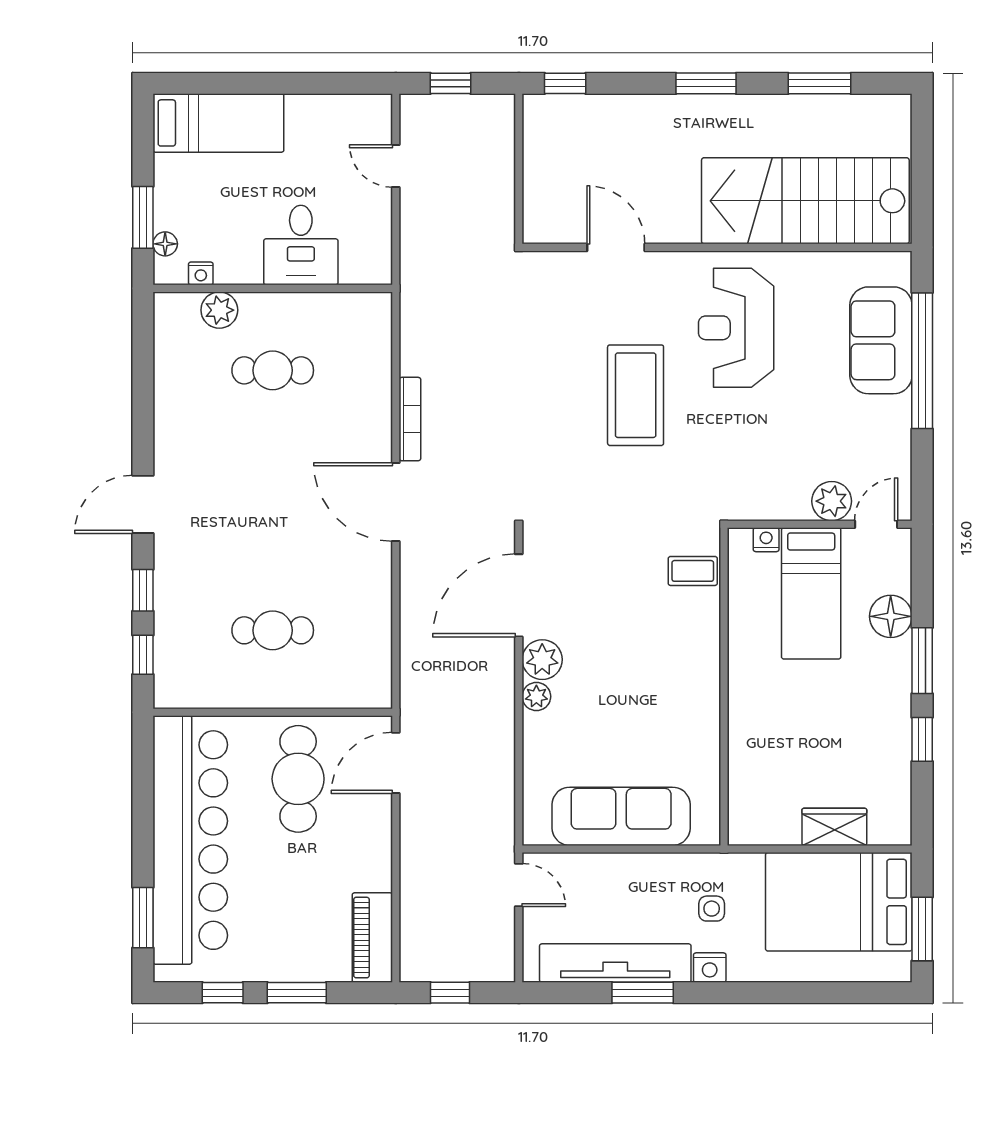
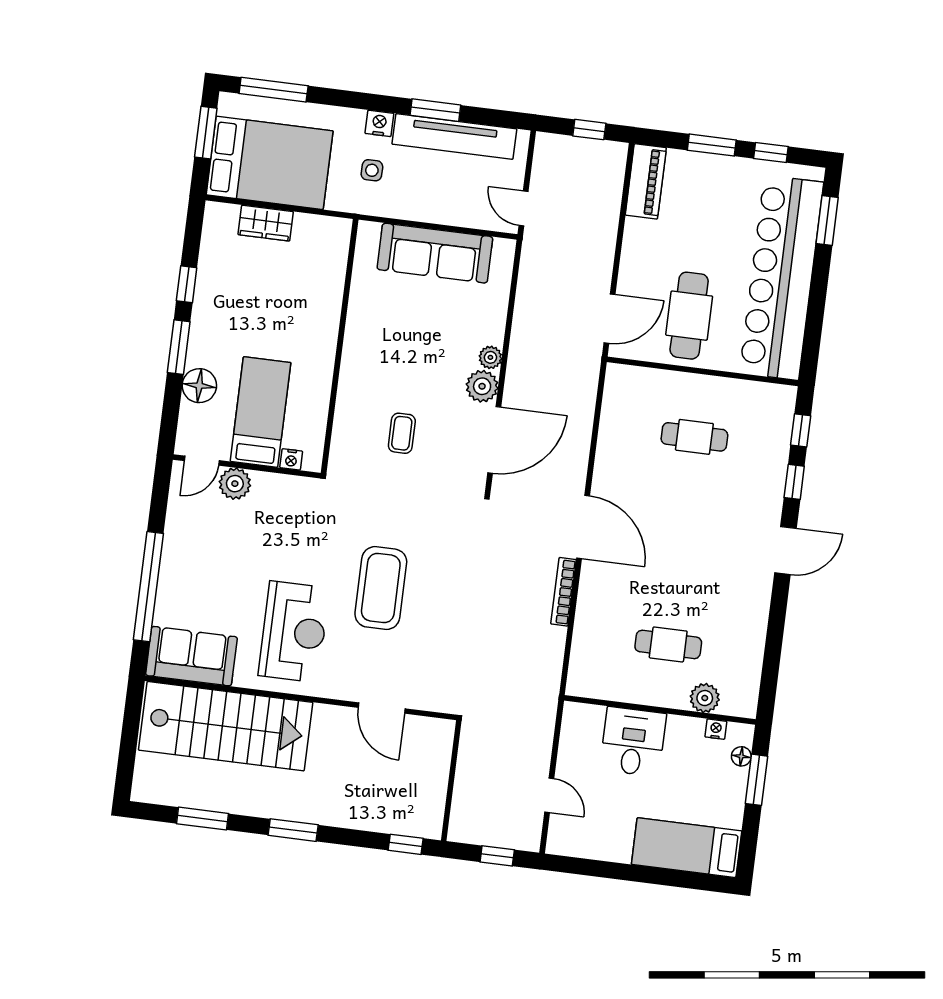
sofa: (881, 340) -> (191, 656), moved, turned -90
coffee table: (693, 571) -> (402, 433), moved, turned 90
window: (845, 993) -> (274, 90), added

